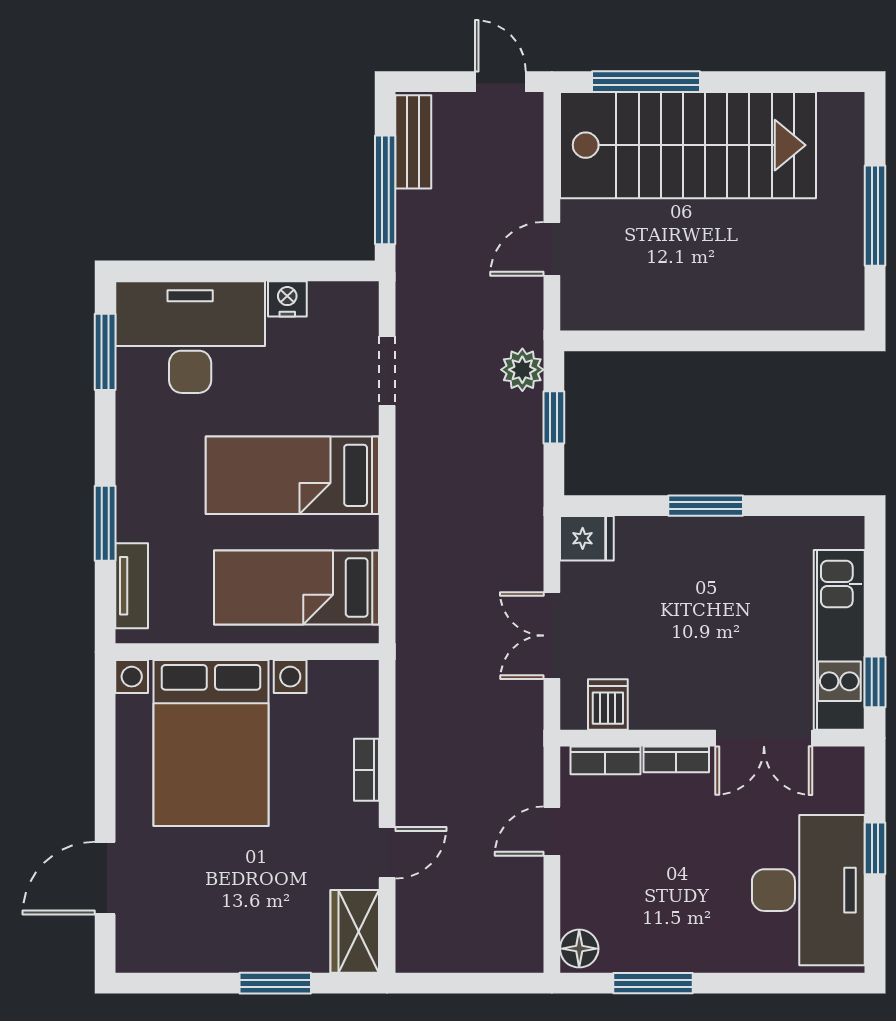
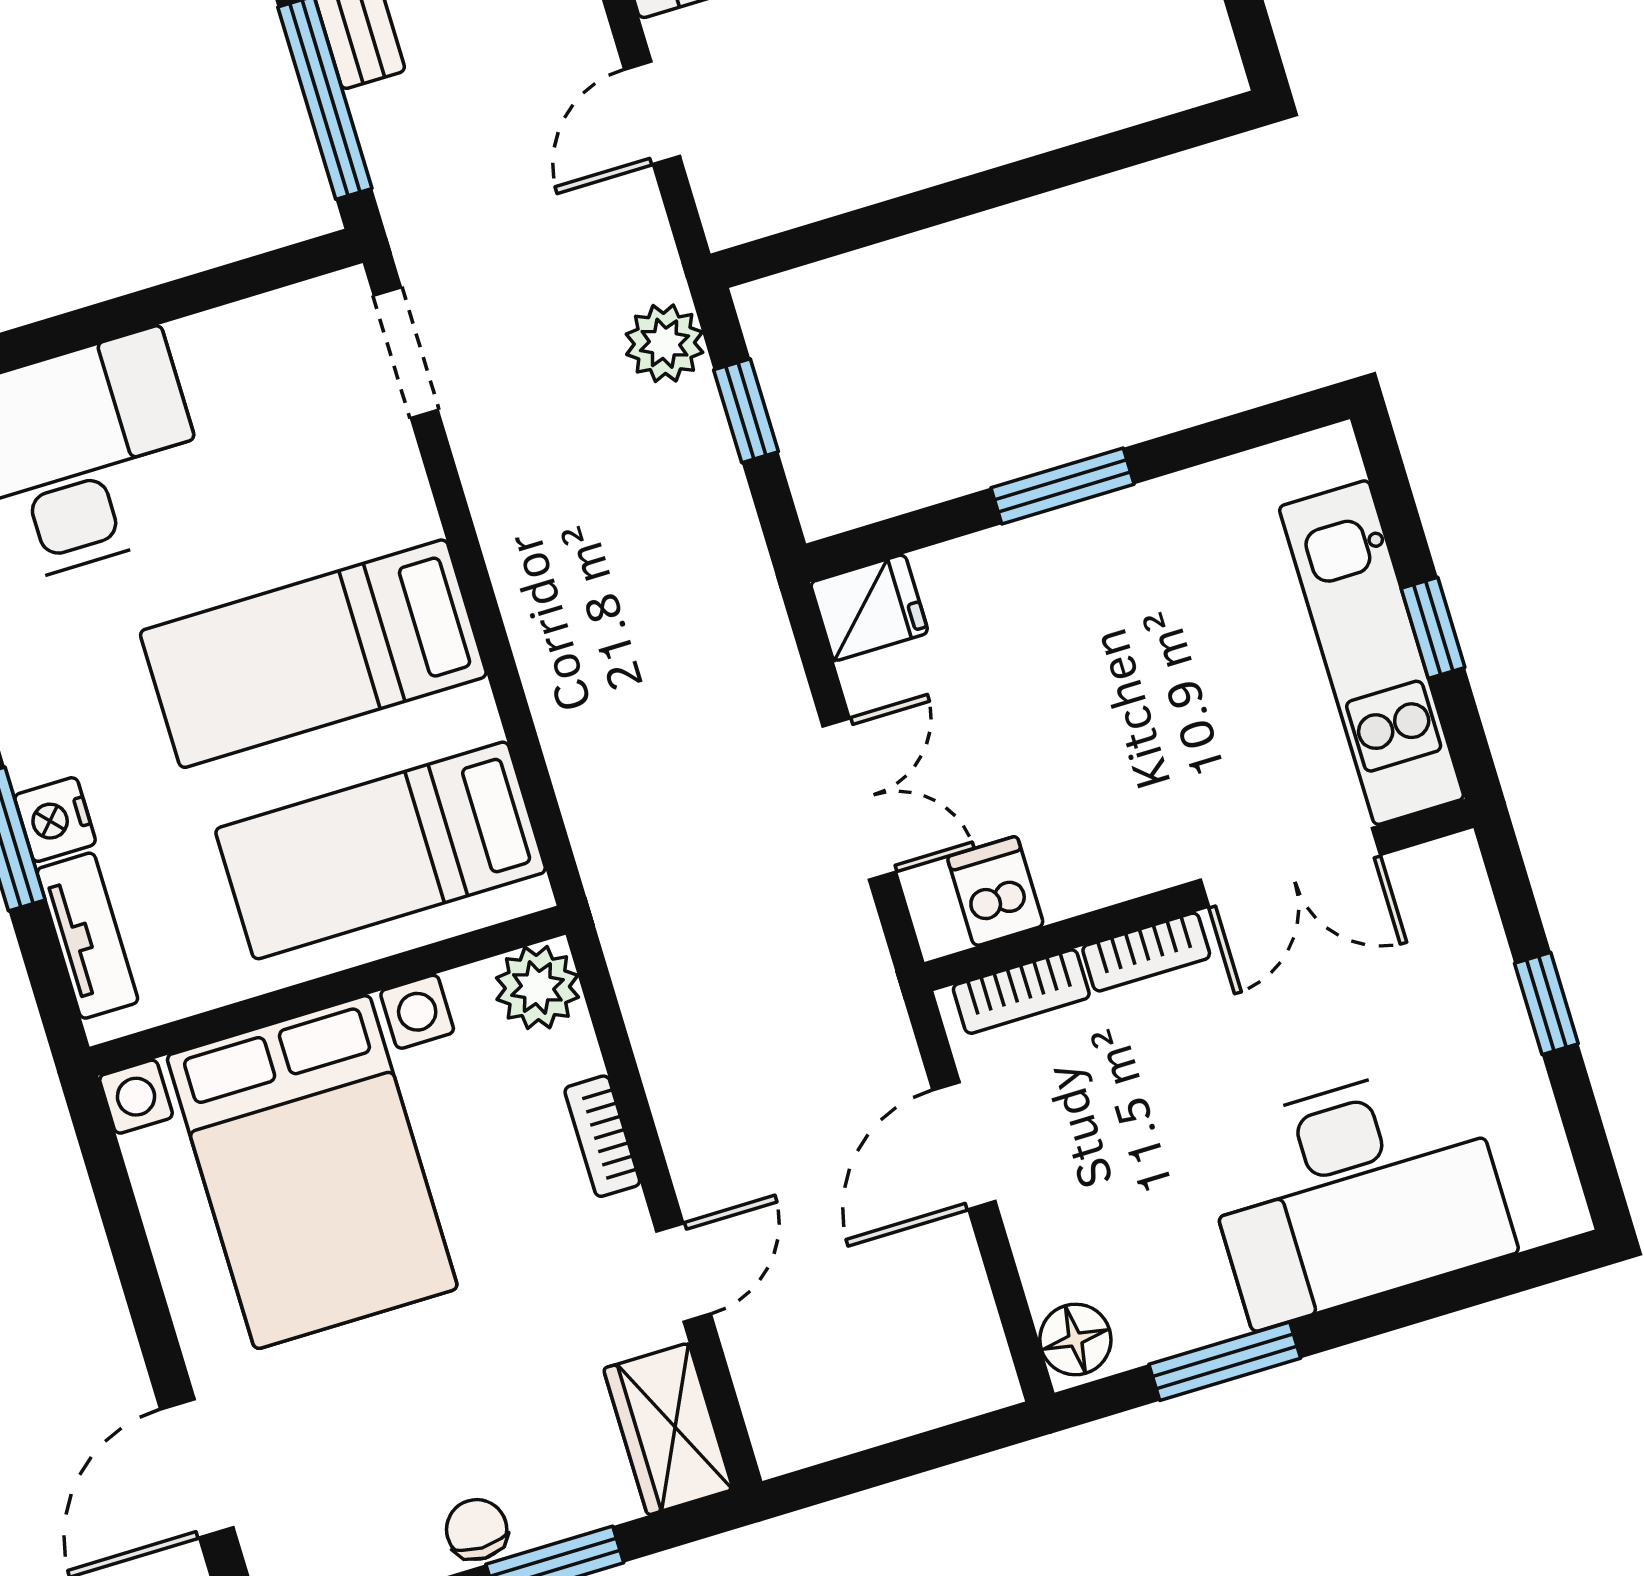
nightstand: (287, 299) -> (55, 820), moved, turned -90
doorway: (387, 371) -> (406, 353), moved
double door: (552, 636) -> (859, 799), swing flipped
window: (875, 682) -> (1433, 628), moved
plant: (356, 683) -> (537, 987), added
door: (552, 831) -> (964, 1146), width x1.38
desk: (808, 890) -> (1356, 1193), moved, turned 90
chair: (240, 953) -> (477, 1529), added

